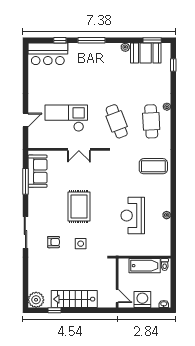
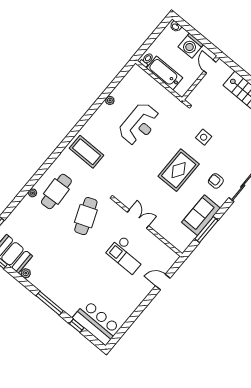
checkout: (66, 118) -> (127, 255), width x0.73, depth x0.83
sofa: (37, 171) -> (201, 215), moved
armchair: (54, 242) -> (216, 181), moved

